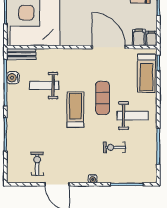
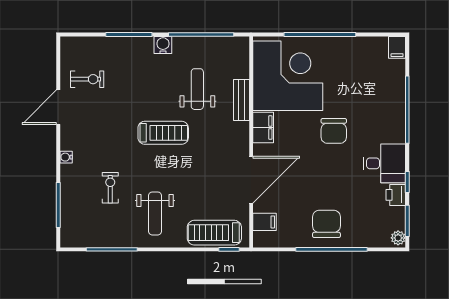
filing cabinet: (151, 39) -> (263, 128), moved, width x2.00
bench: (21, 54) -> (241, 100), moved
water cooler: (13, 78) -> (163, 45), moved
exercise mat: (102, 98) -> (180, 171), removed

